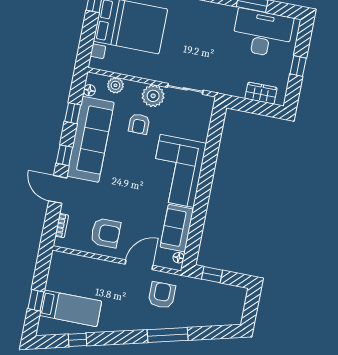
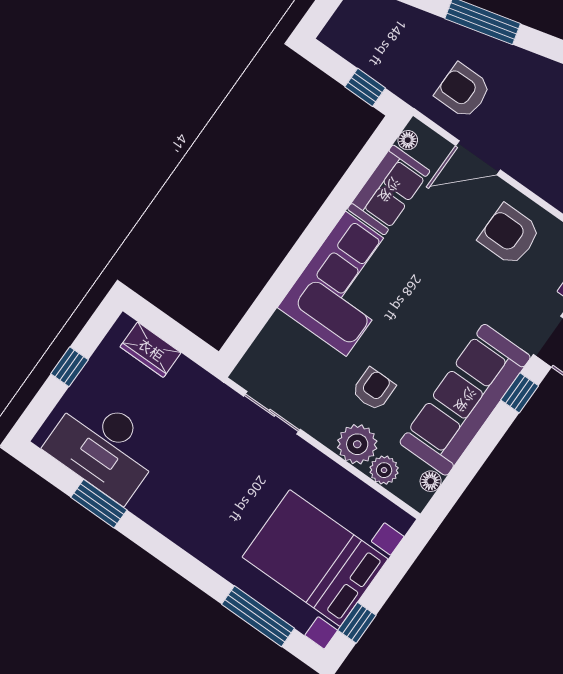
plant: (153, 96) -> (357, 444), moved
window: (73, 113) -> (475, 456), removed
armchair: (162, 295) -> (463, 91), turned 90

